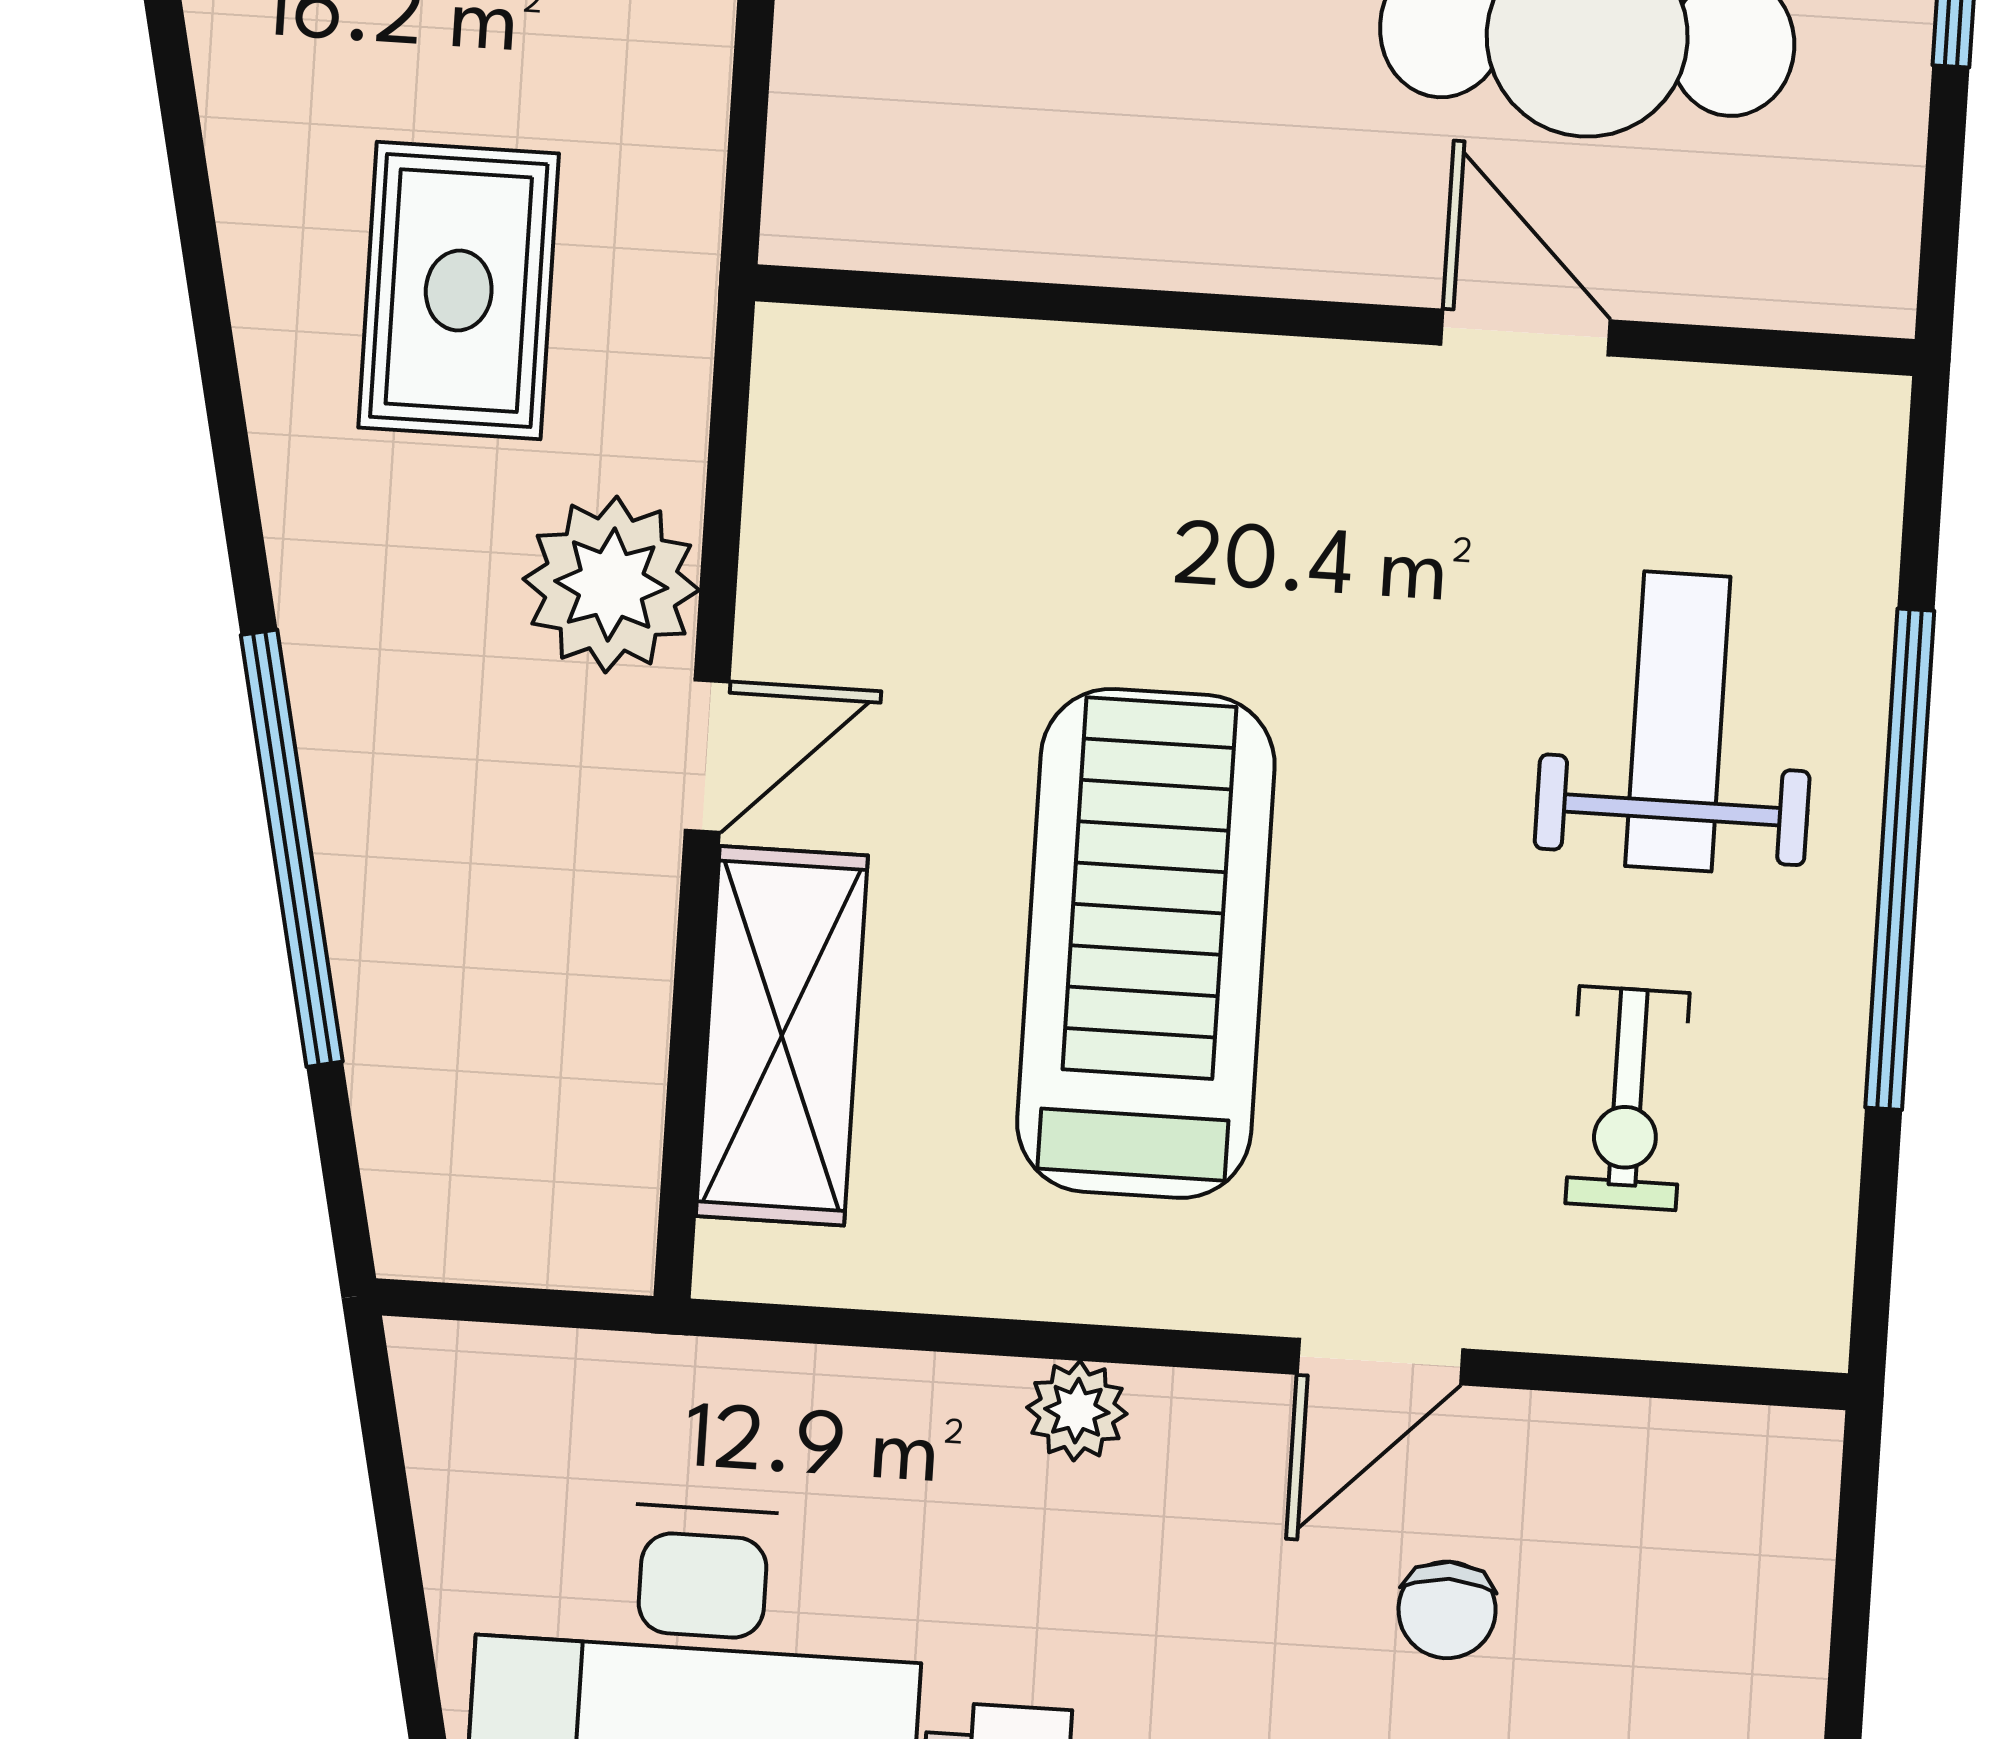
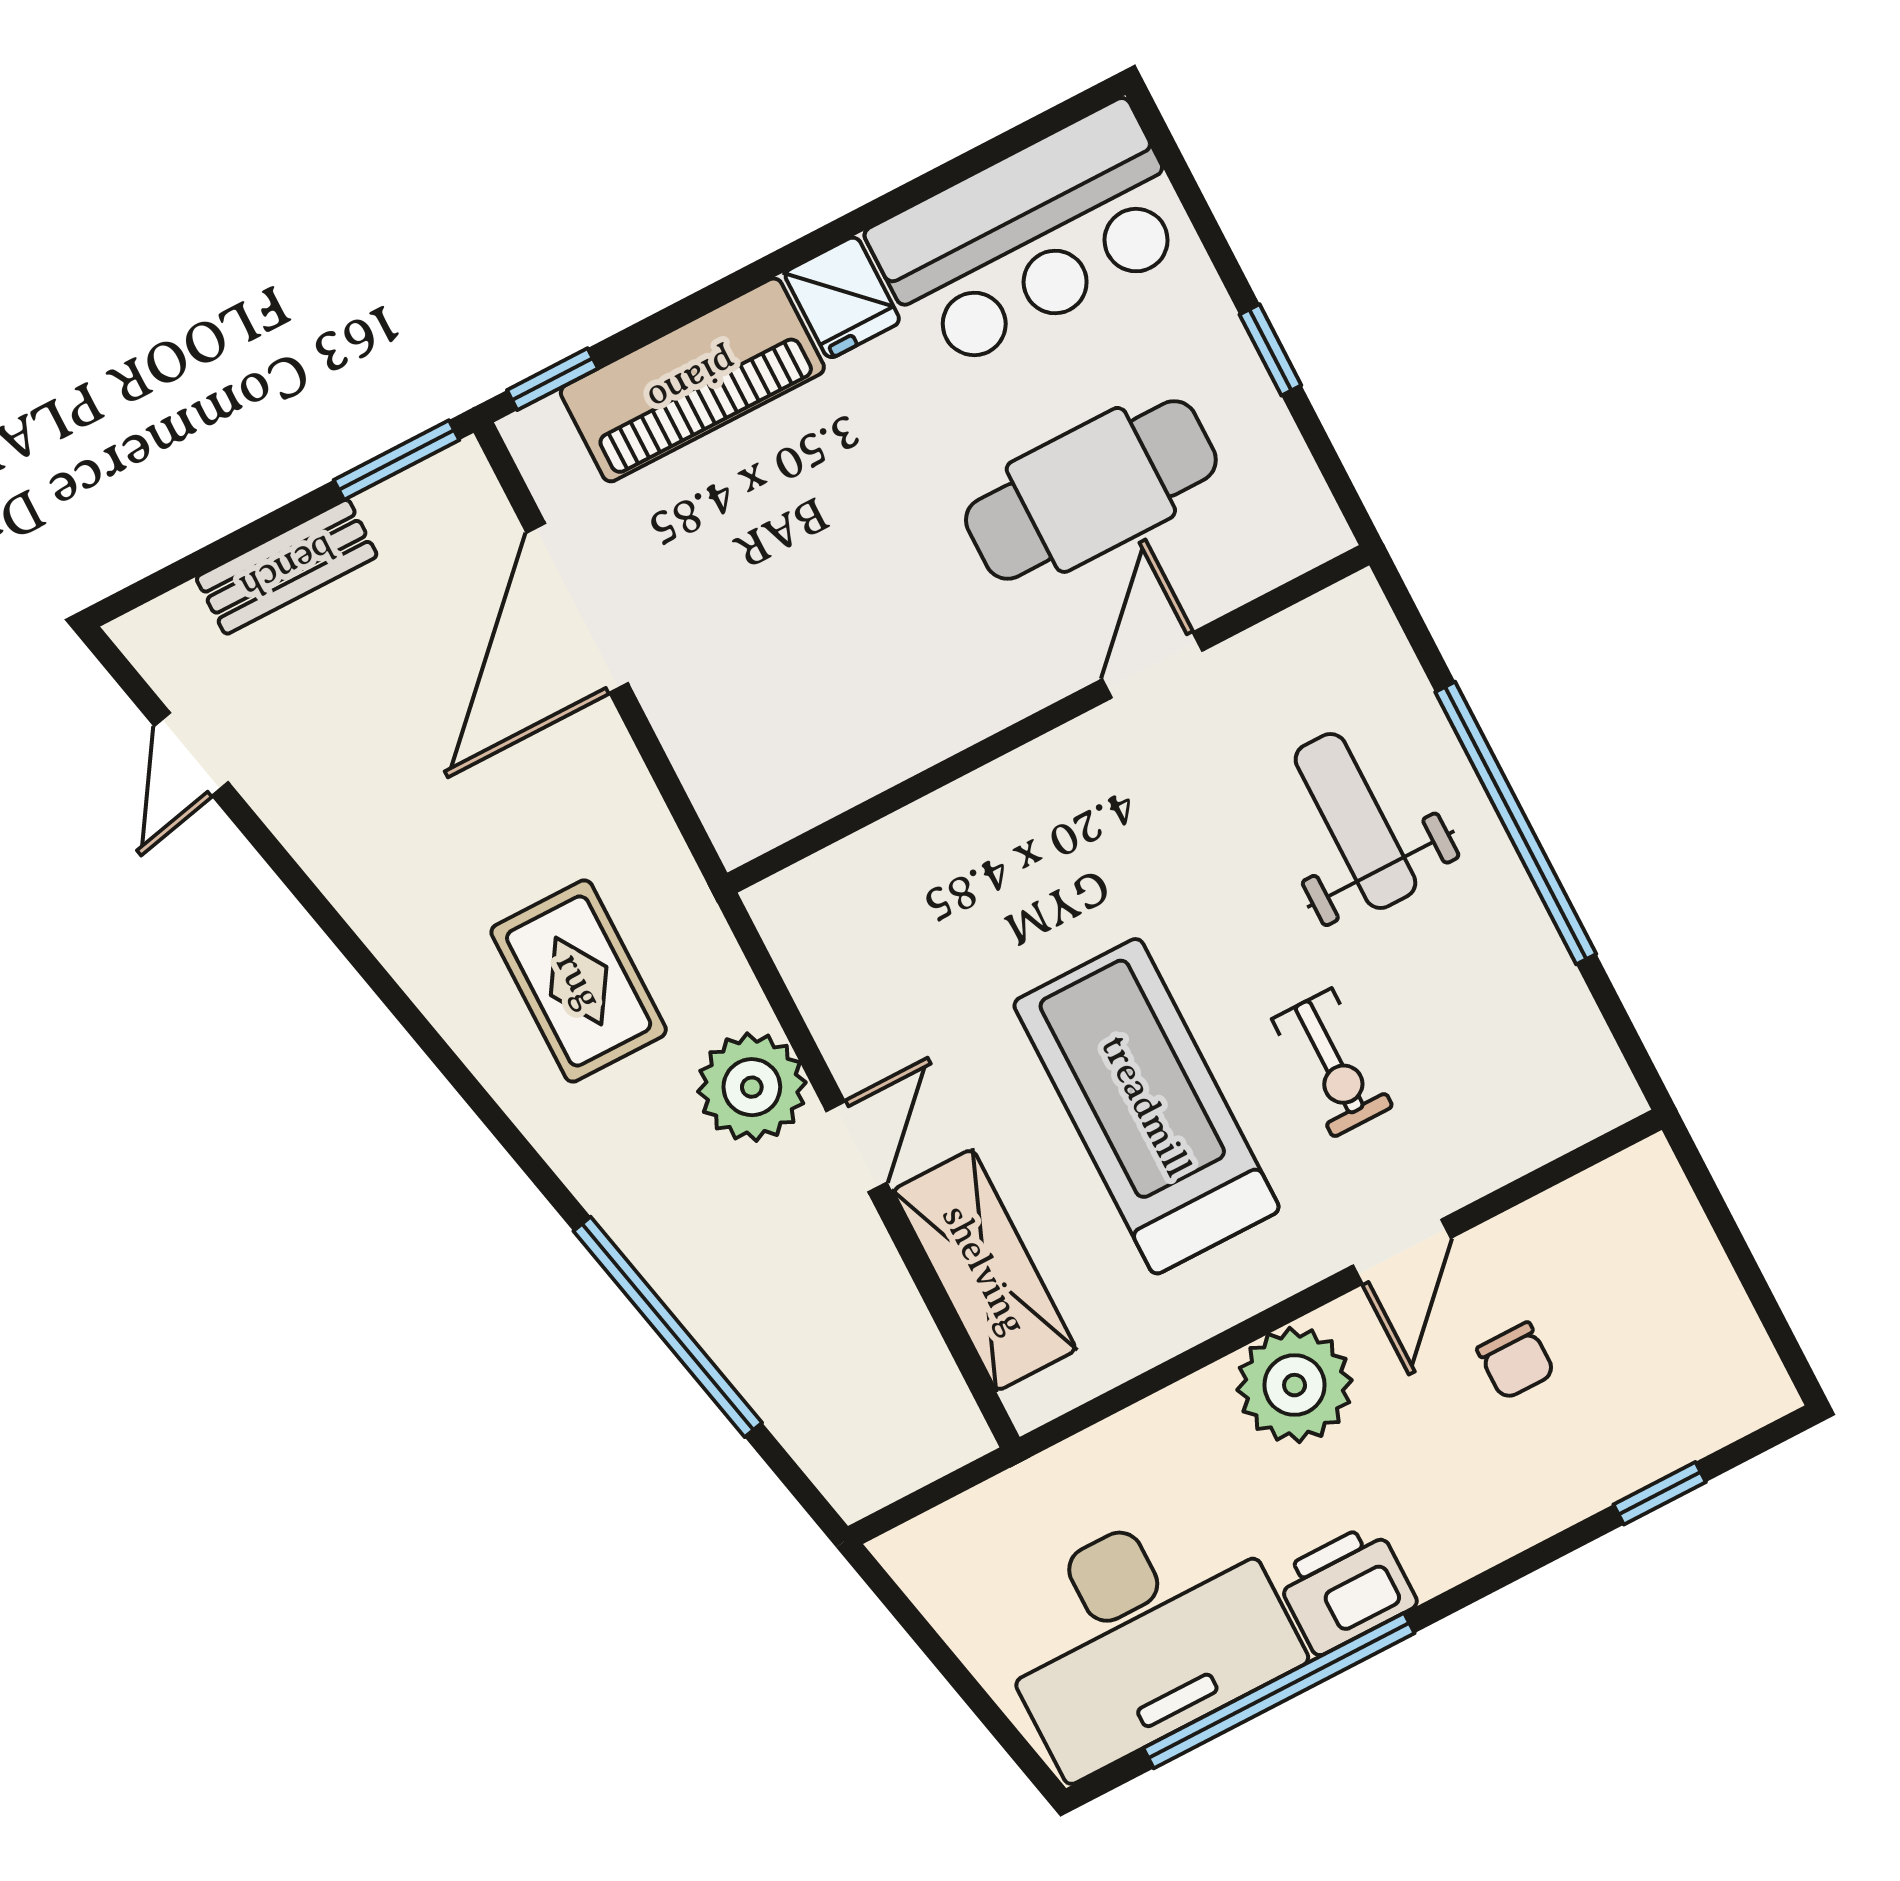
door: (1525, 332) -> (1152, 665), hinge flipped
exercise bike: (1627, 1098) -> (1332, 1063), moved
plant: (1077, 1411) -> (1295, 1385), width x1.88, depth x1.88

